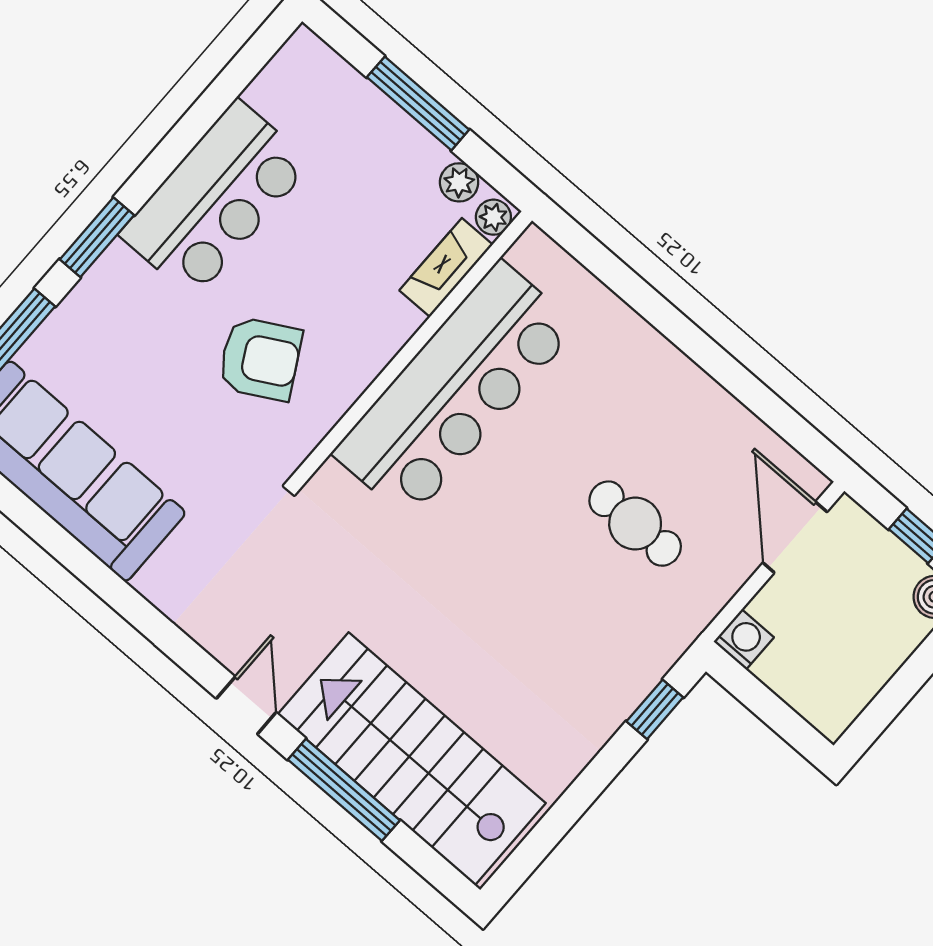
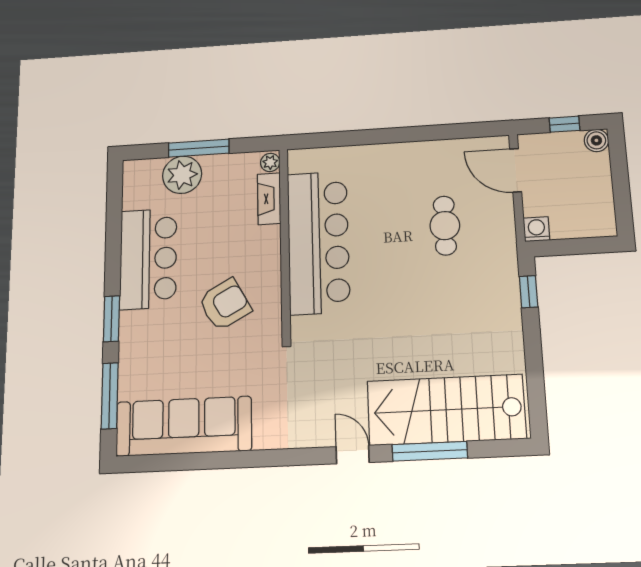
plant: (459, 182) -> (182, 175), moved, width x1.87, depth x1.87
cafe table: (635, 524) -> (445, 226), turned 90

